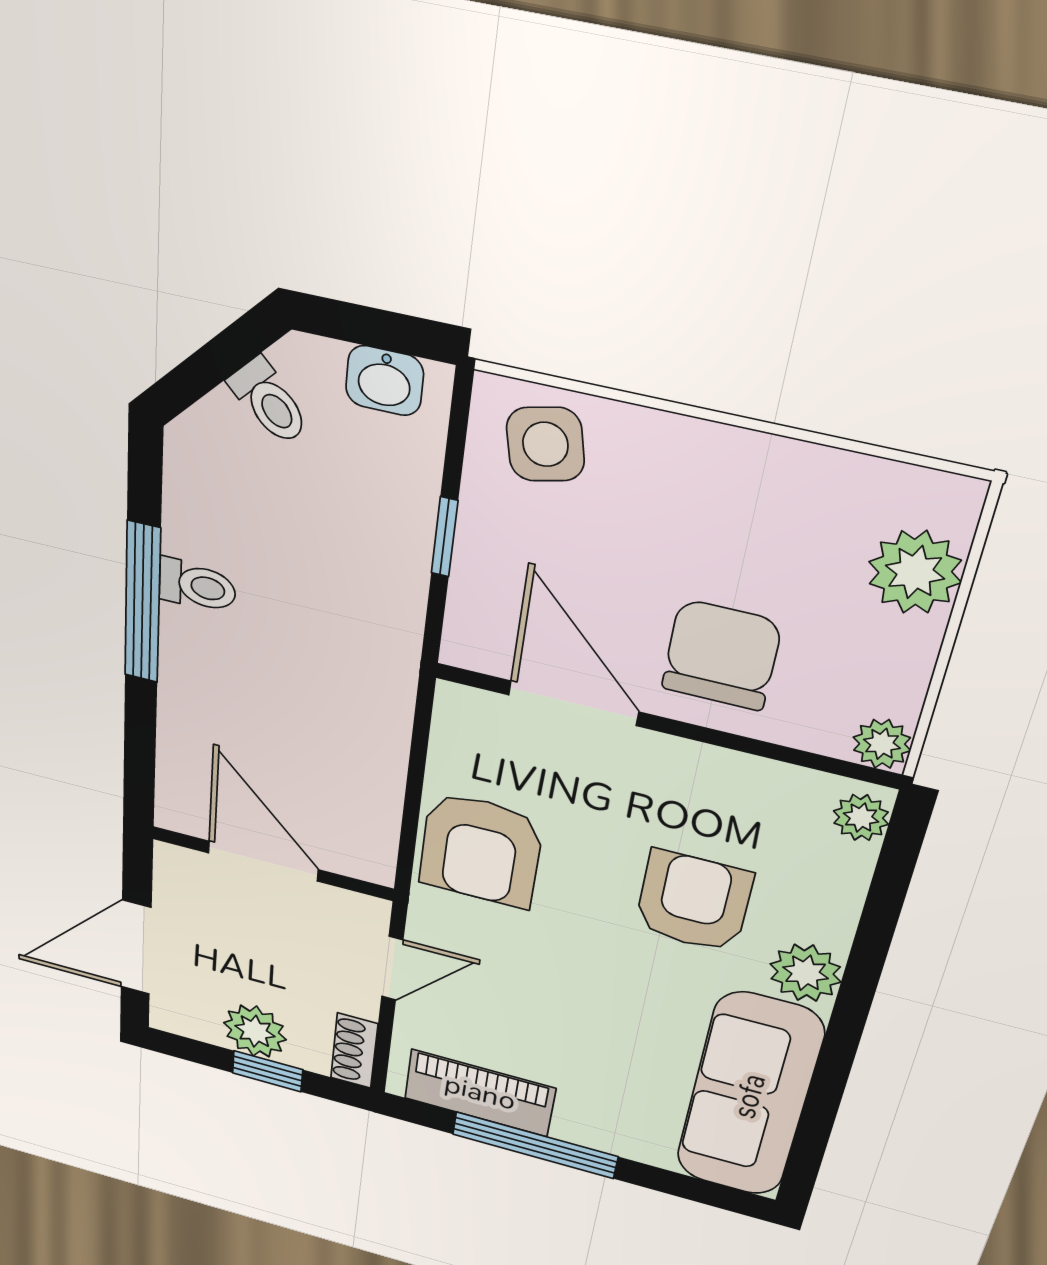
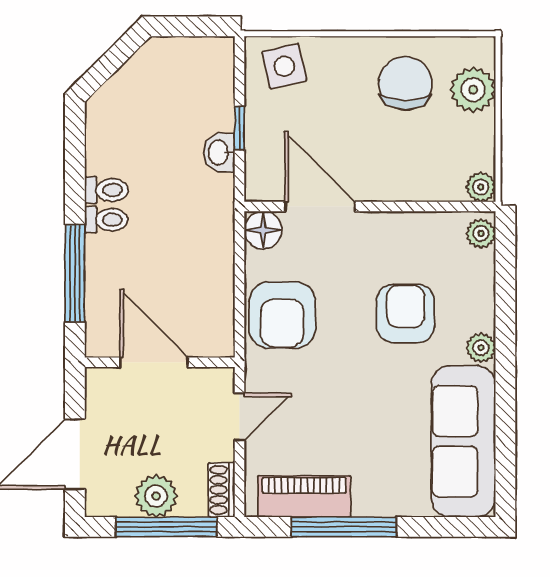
washbasin: (385, 381) -> (219, 153), moved, turned 90
toilet: (269, 402) -> (106, 220), moved, turned -45
window: (142, 603) -> (75, 273), moved
chair: (721, 655) -> (405, 83), moved
floor lamp: (466, 716) -> (263, 230), added
plant: (806, 973) -> (481, 348), width x0.73, depth x0.73
window: (268, 1071) -> (166, 527), width x2.17

